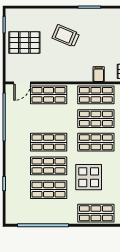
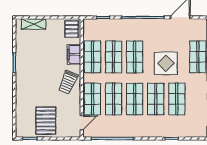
trolley: (66, 36) -> (68, 82), moved
filing cabinet: (99, 74) -> (74, 54), width x2.00
door: (22, 83) -> (82, 123), hinge flipped
shop shelf: (49, 119) -> (114, 99), added

